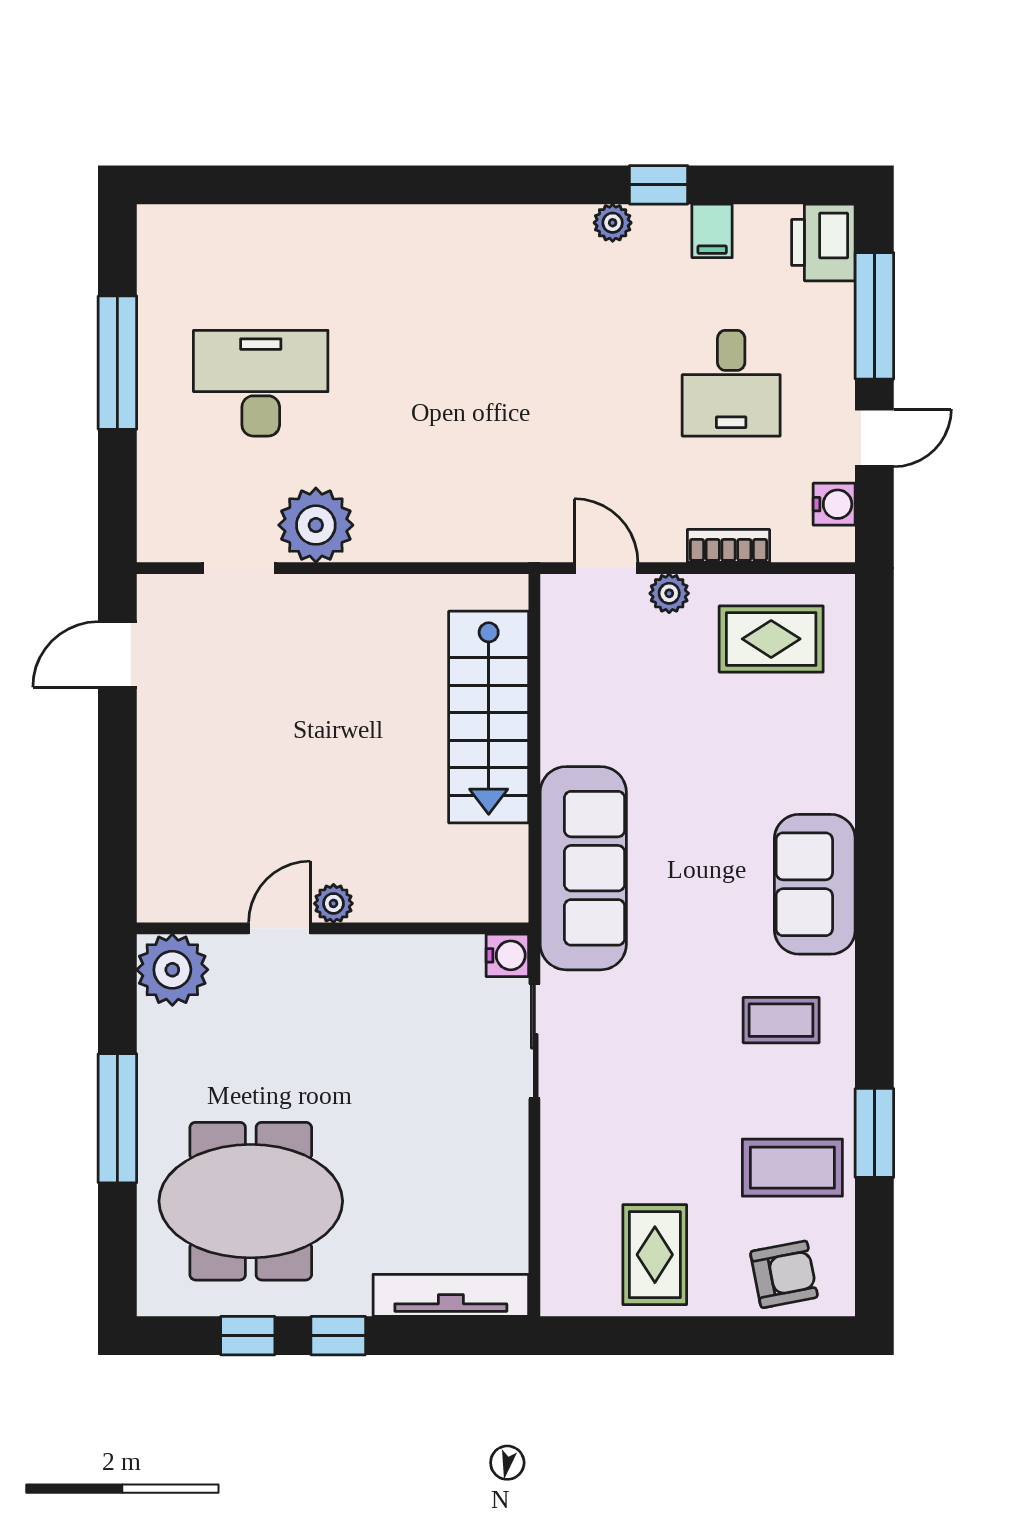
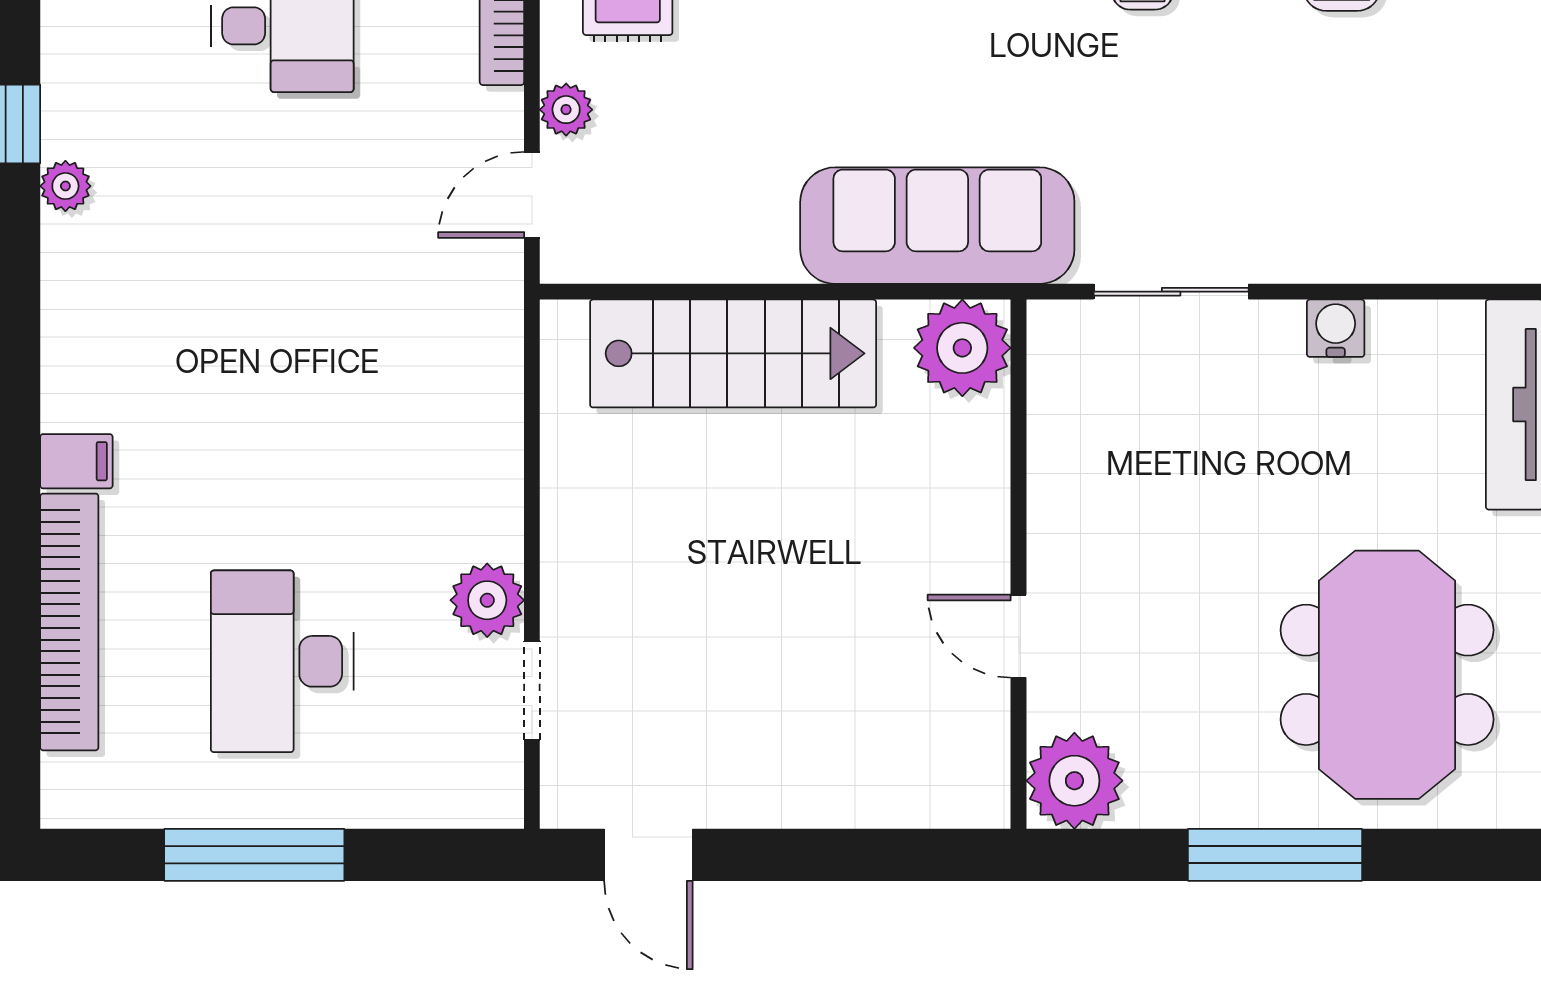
bookcase: (290, 226) -> (69, 622), added
filing cabinet: (712, 231) -> (76, 461), moved
plant: (316, 525) -> (487, 600), width x0.73, depth x0.73
plant: (333, 903) -> (962, 348), moved, width x1.88, depth x1.88
water cooler: (507, 955) -> (1336, 328), moved
rug: (655, 1255) -> (1459, 129), removed

